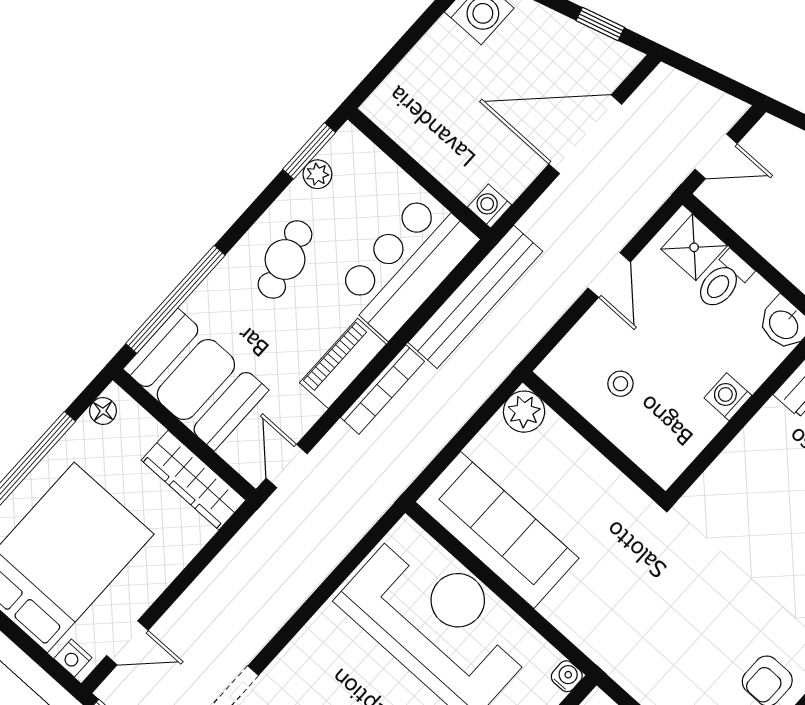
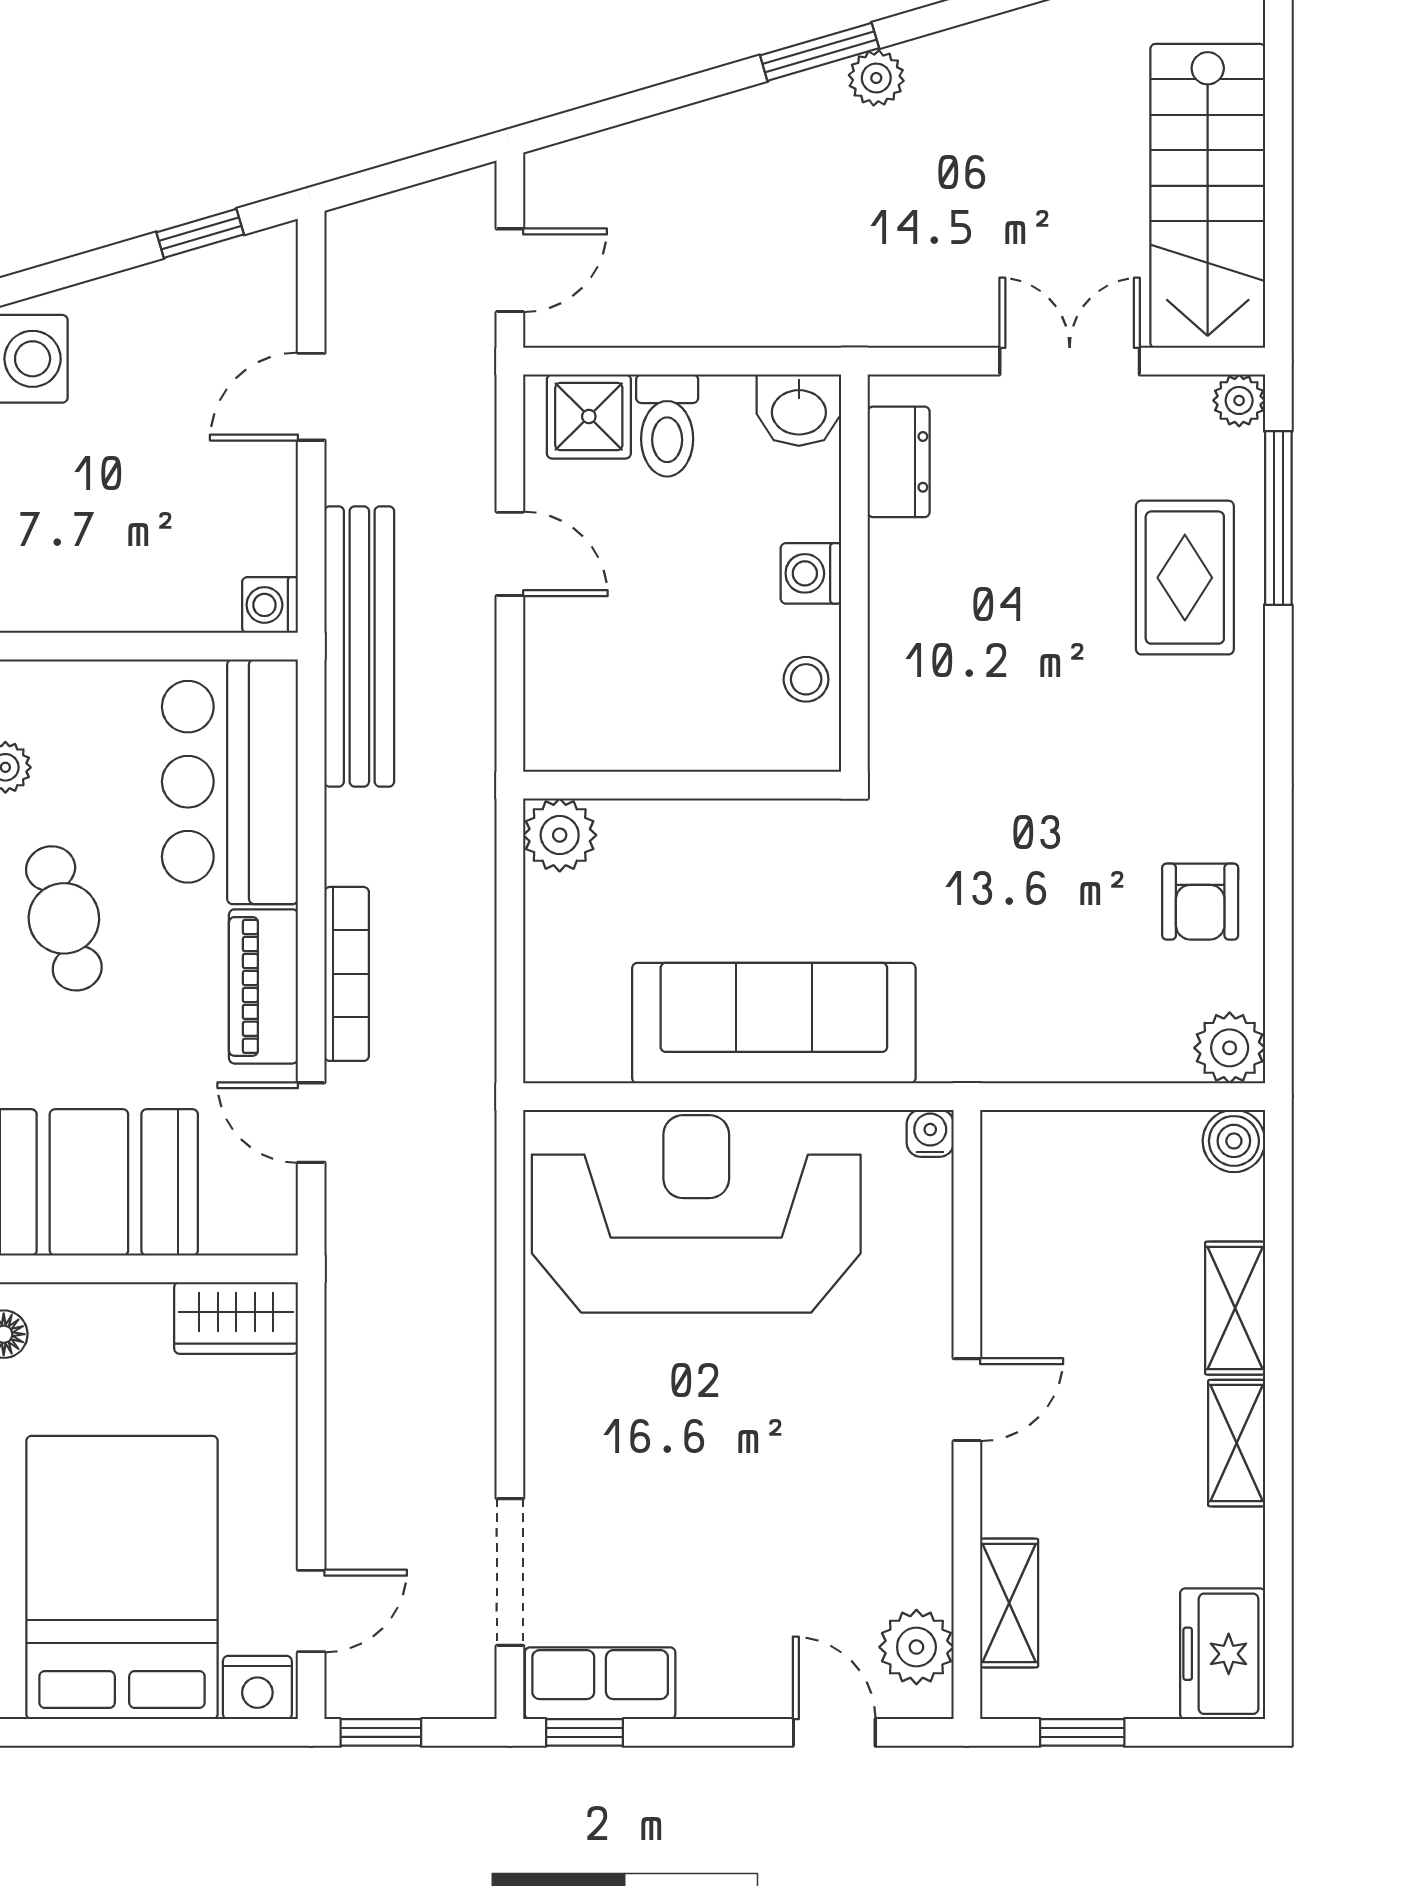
door: (585, 134) -> (311, 397), width x0.53
bench: (475, 297) -> (359, 646), moved
stool: (620, 384) -> (806, 679), moved
door: (287, 466) -> (311, 1123), moved
wardrobe: (193, 480) -> (236, 1318), width x0.67
sofa: (497, 530) -> (774, 1023), moved
nightstand: (73, 658) -> (257, 1688), width x1.39, depth x1.35

